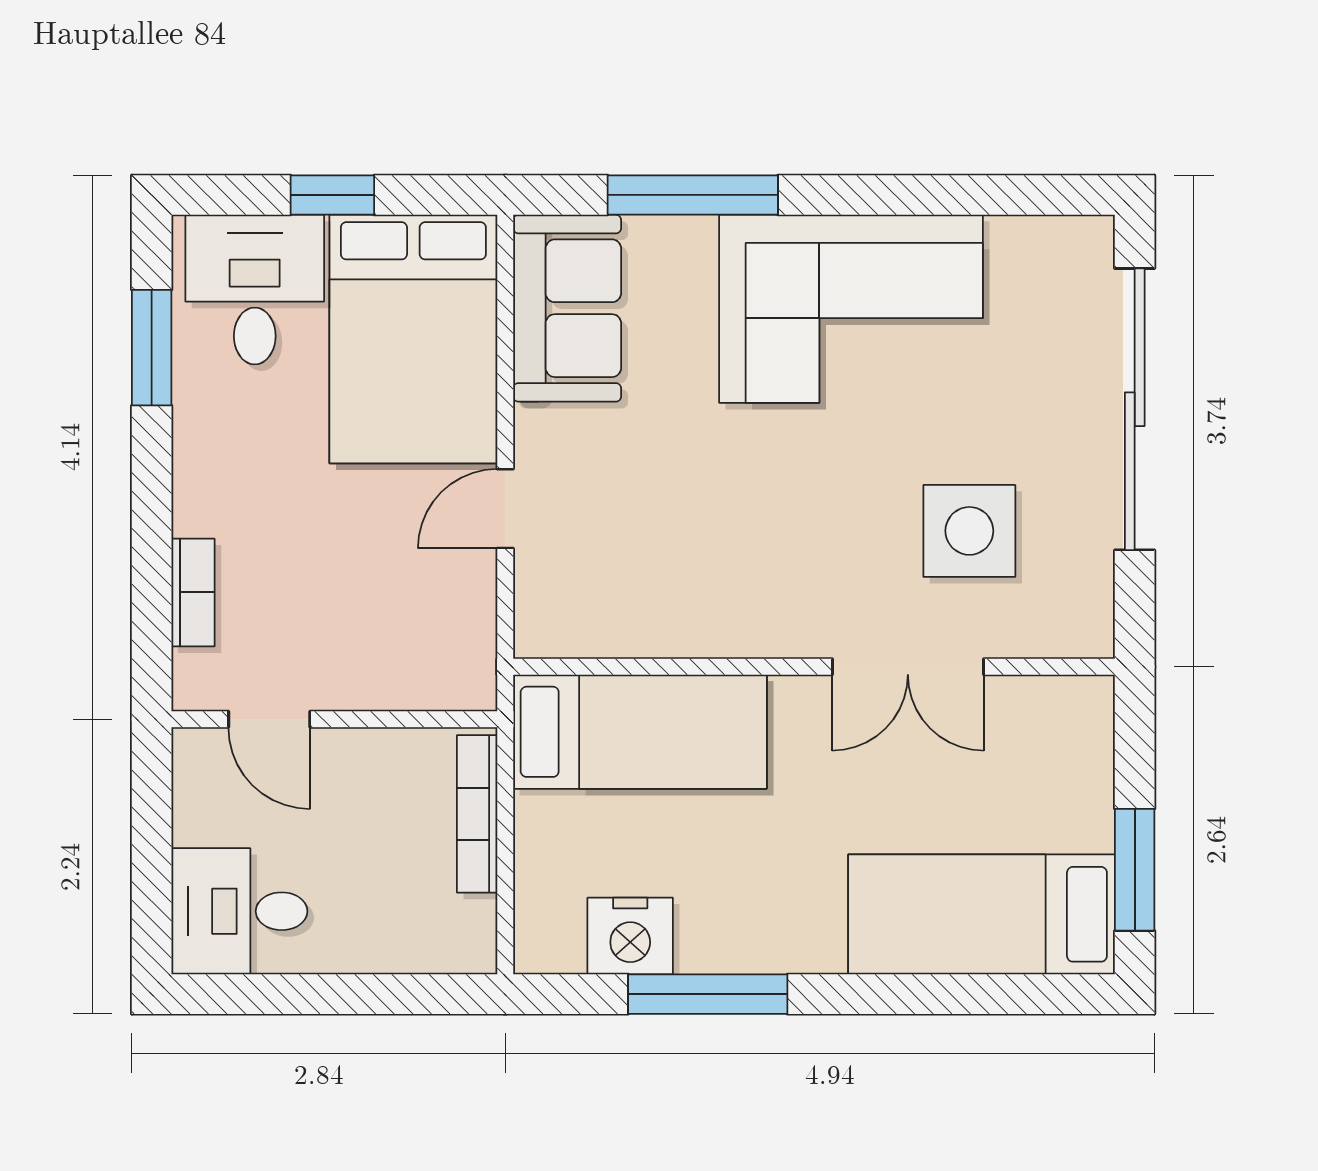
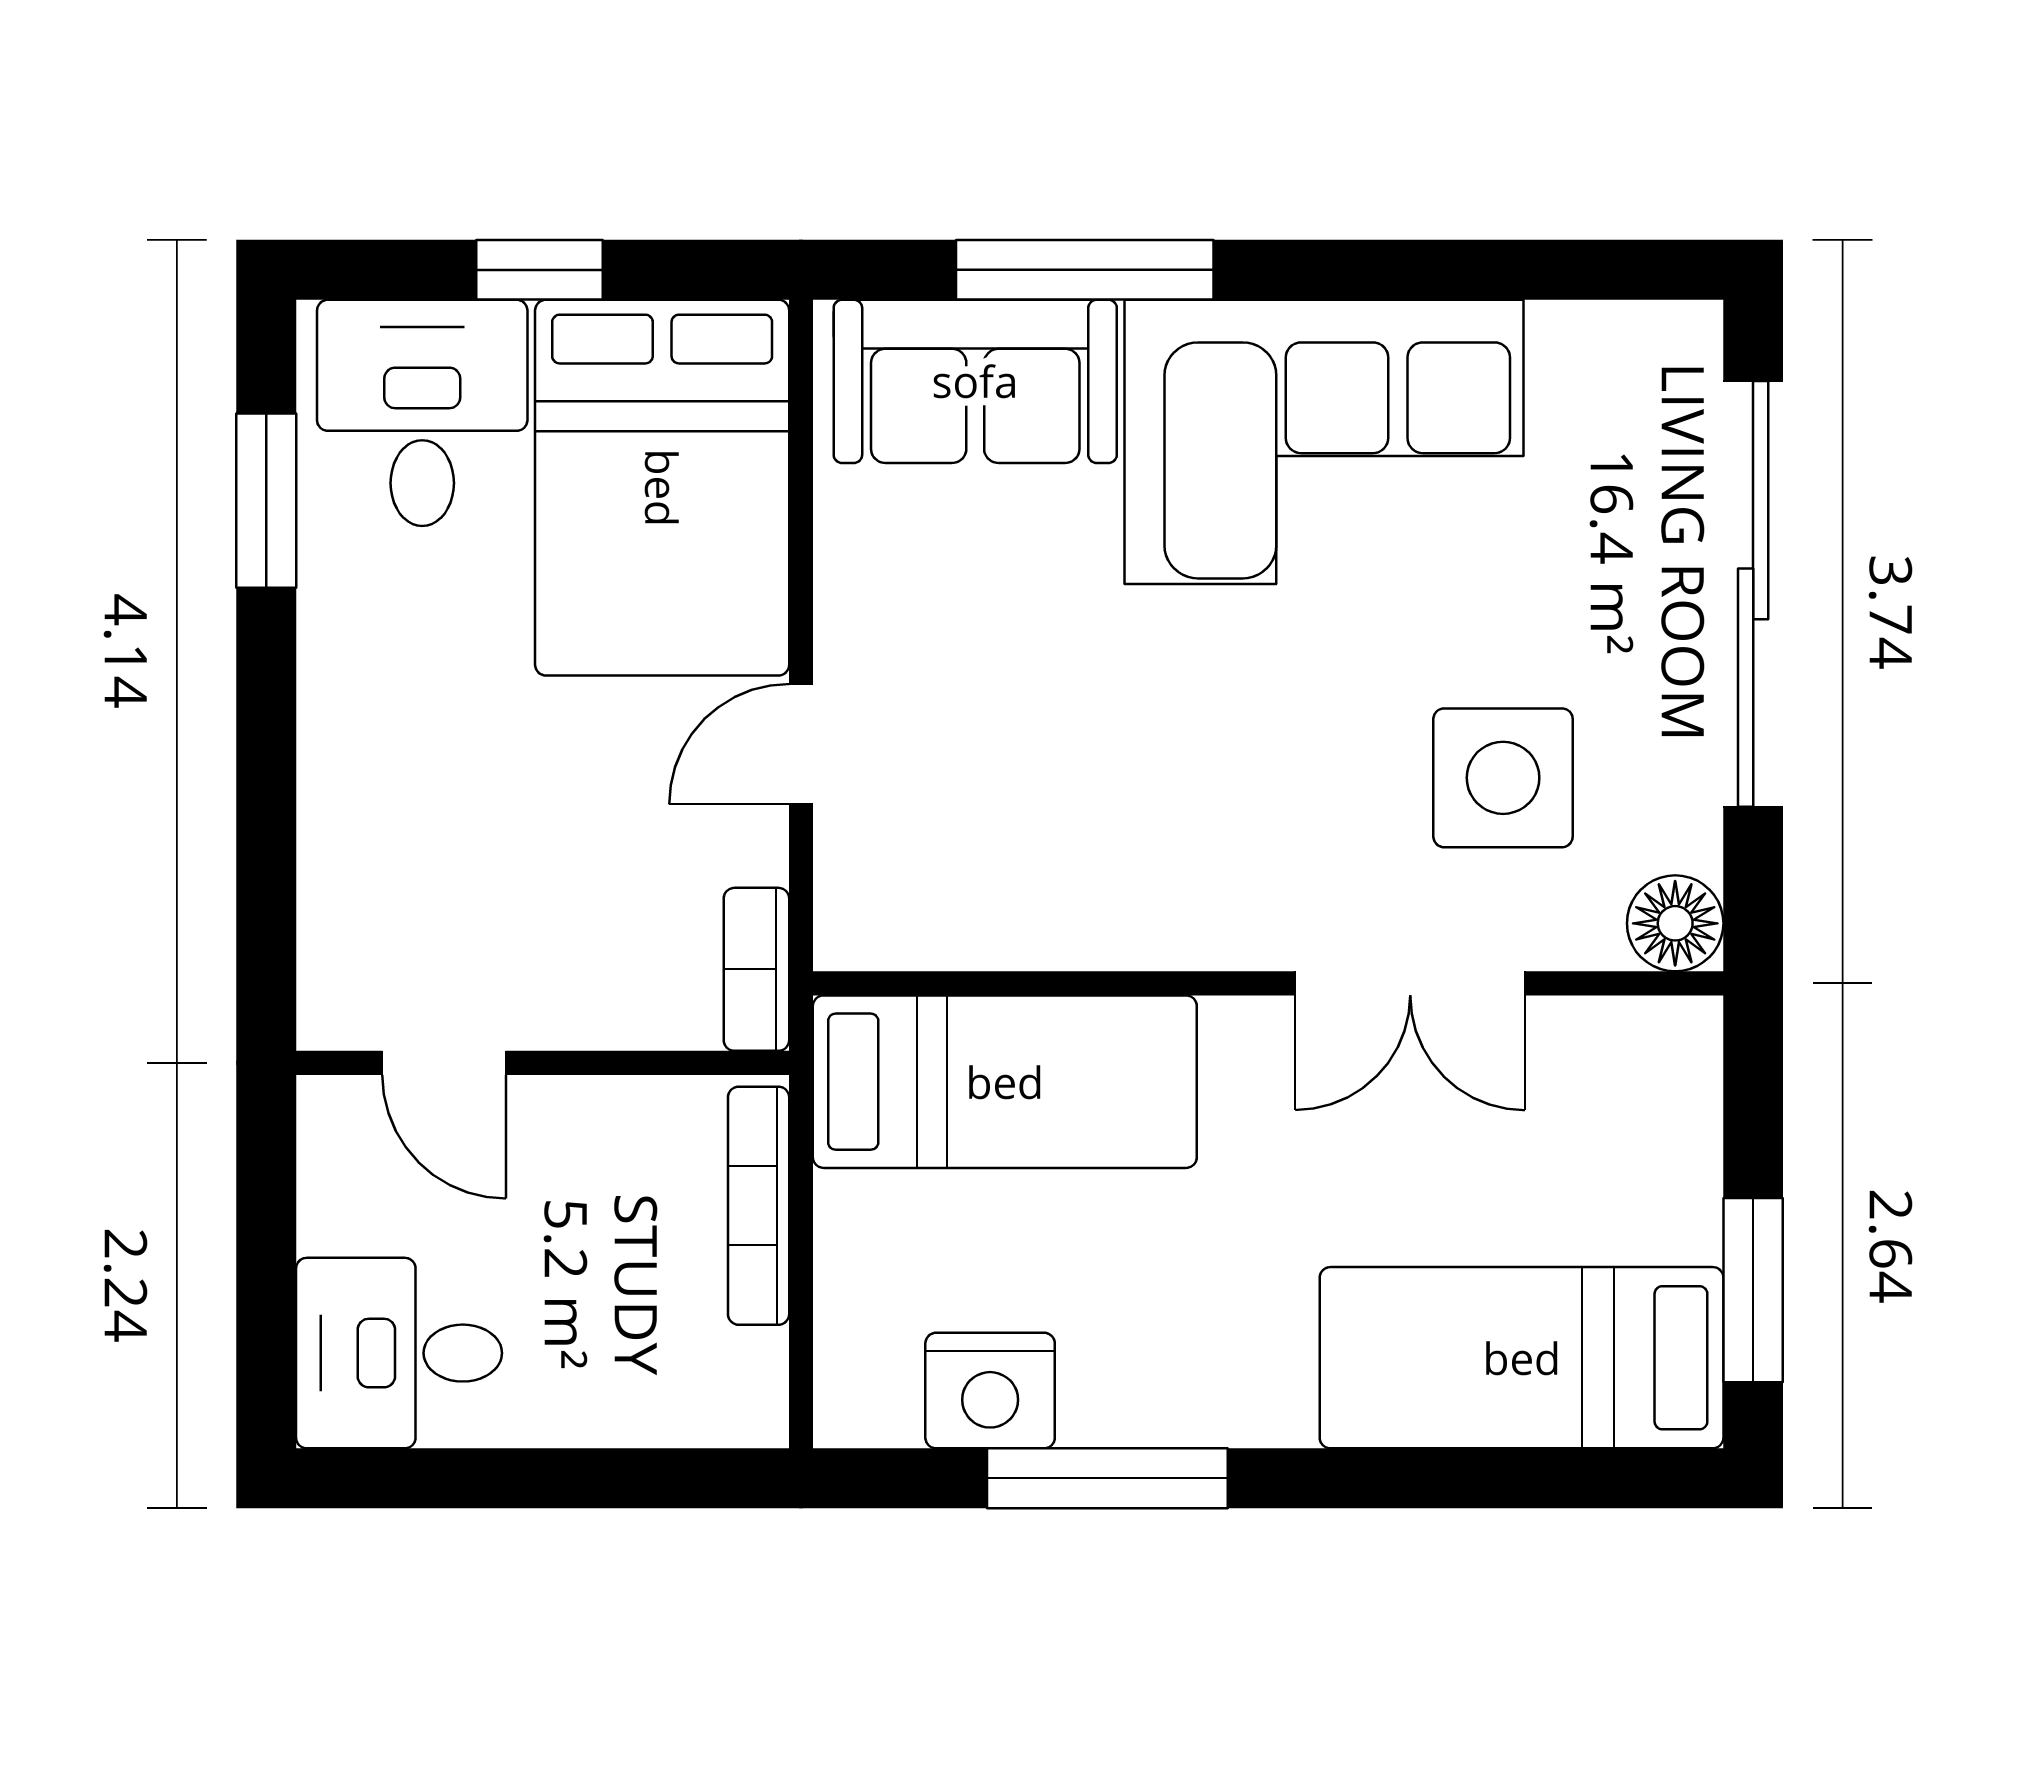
sofa: (567, 308) -> (975, 381), moved, turned 90
bookcase: (193, 592) -> (756, 969), moved, turned 180
floor lamp: (1083, 627) -> (1675, 923), added

